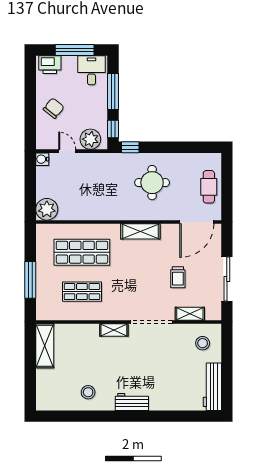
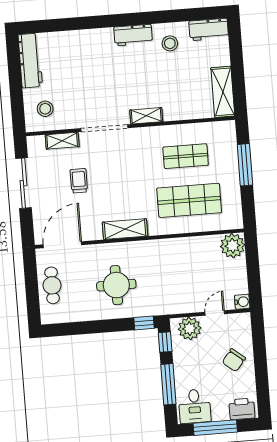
door: (67, 151) -> (215, 313), swing flipped
workbench: (53, 402) -> (209, 29), added
workbench: (132, 402) -> (133, 35), moved

